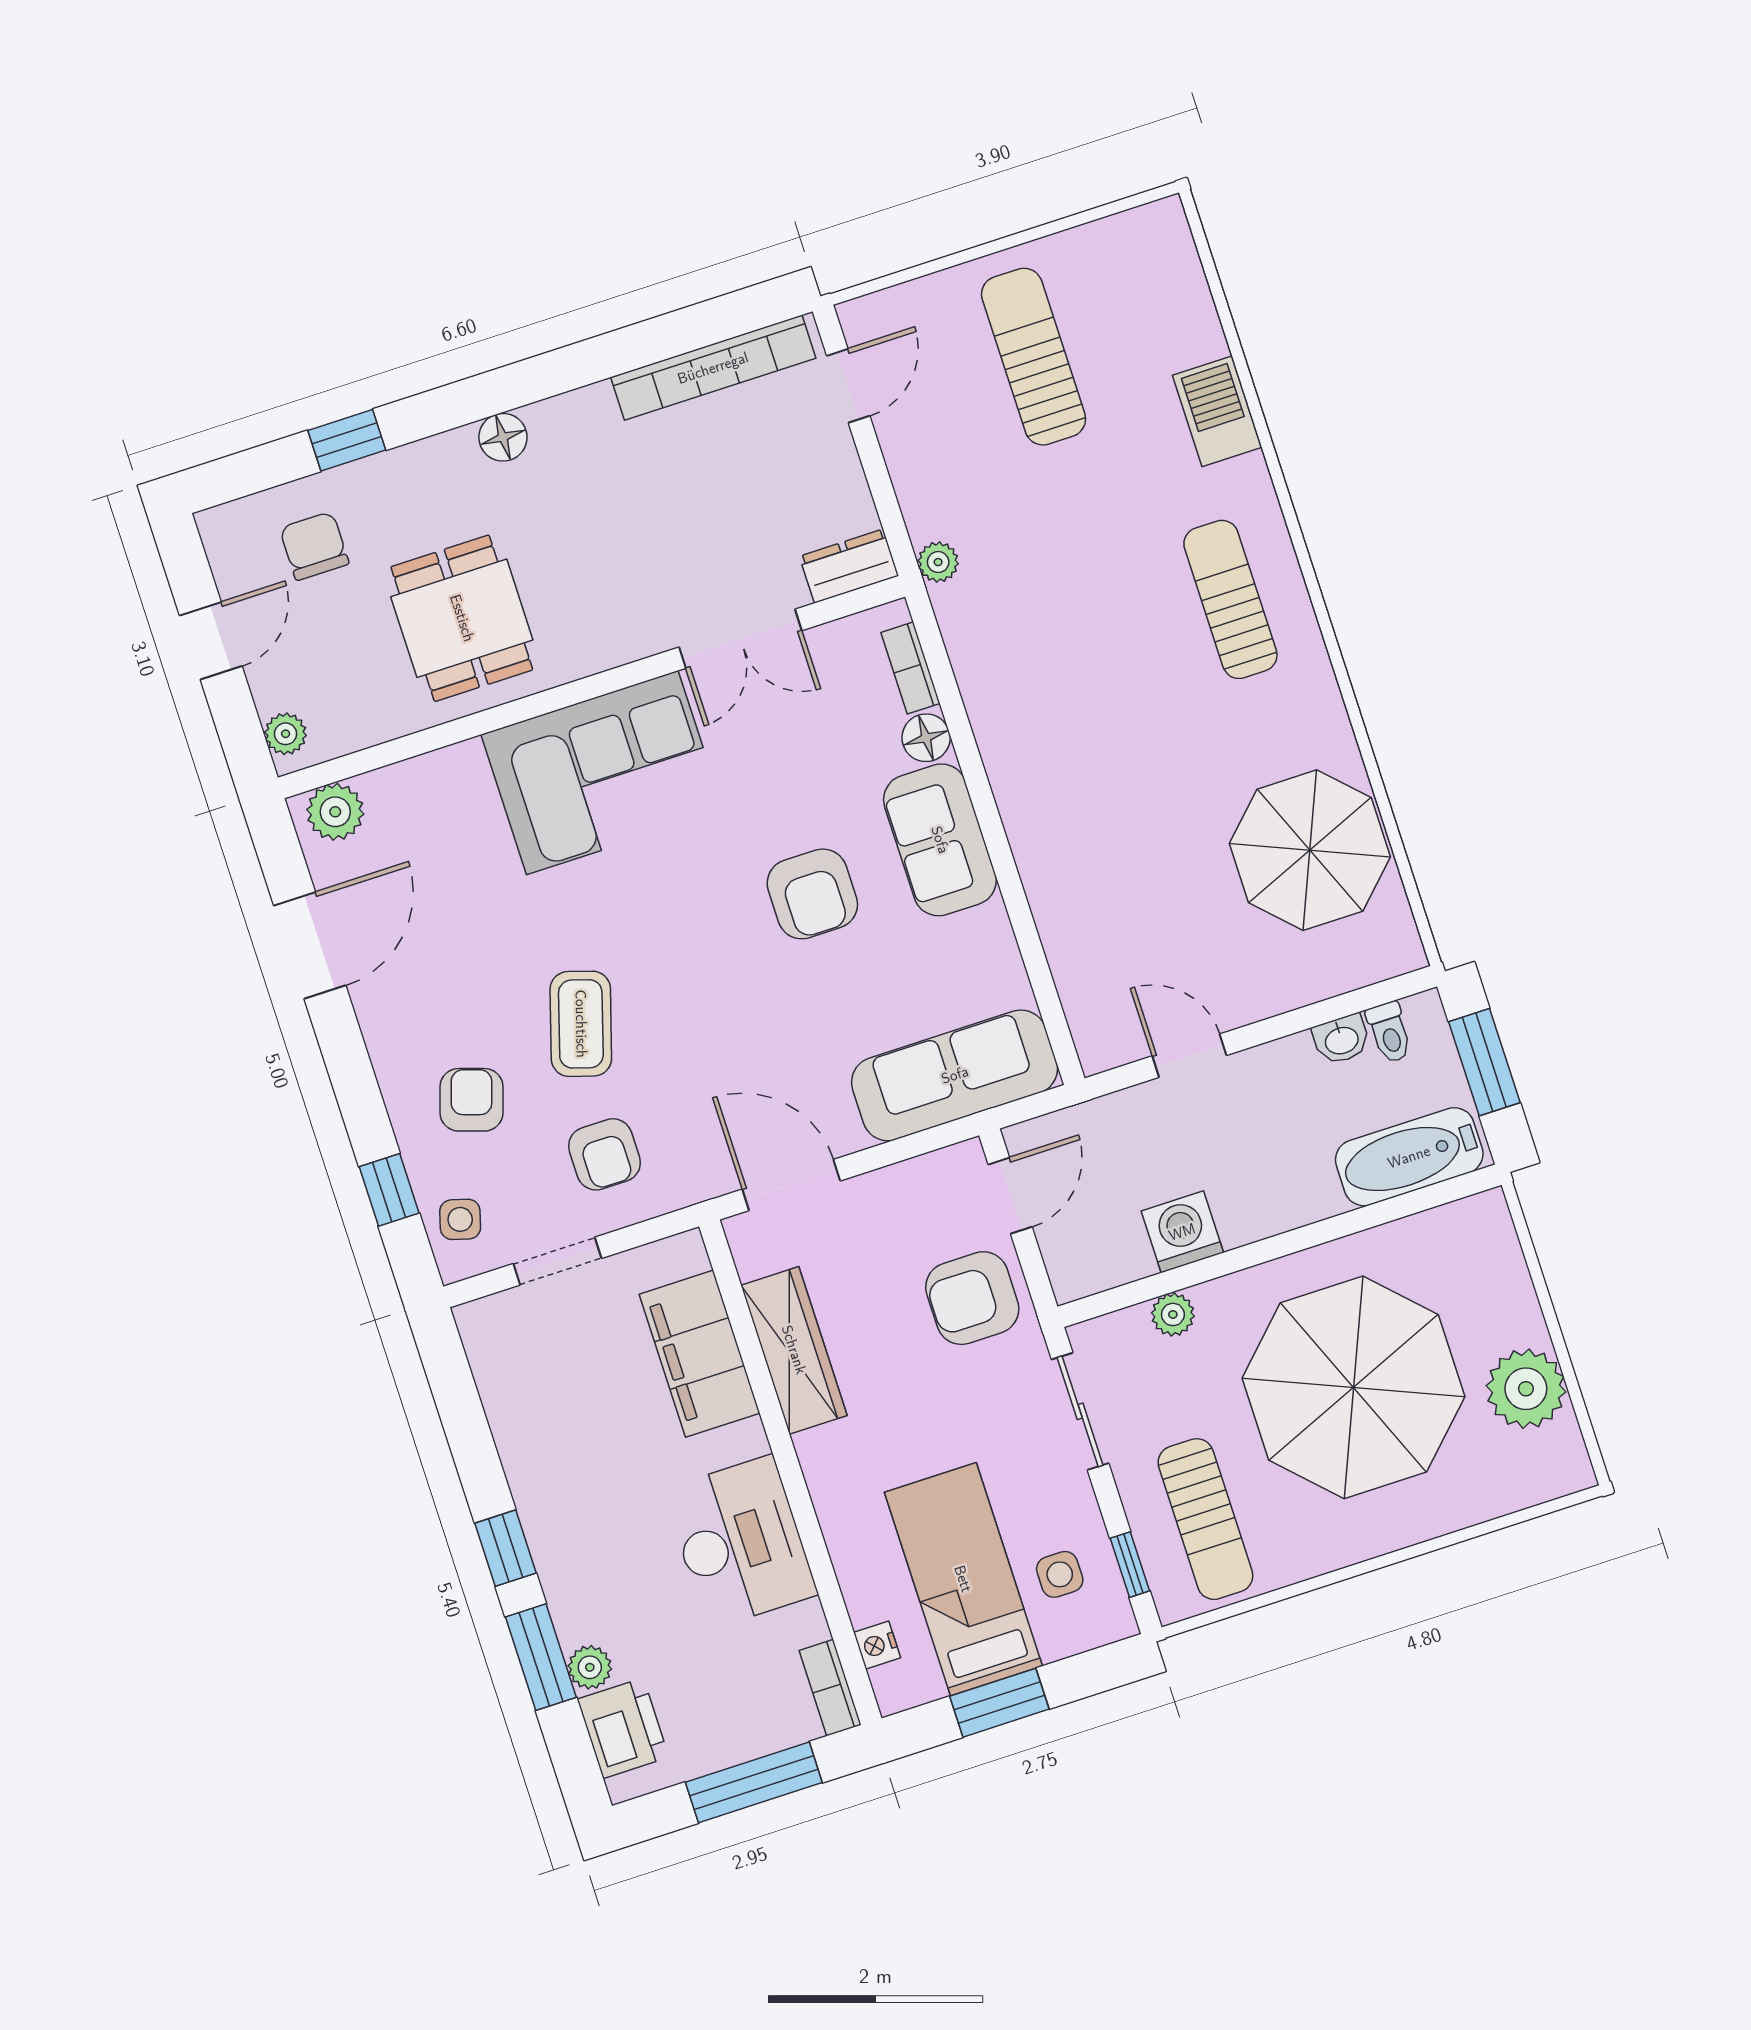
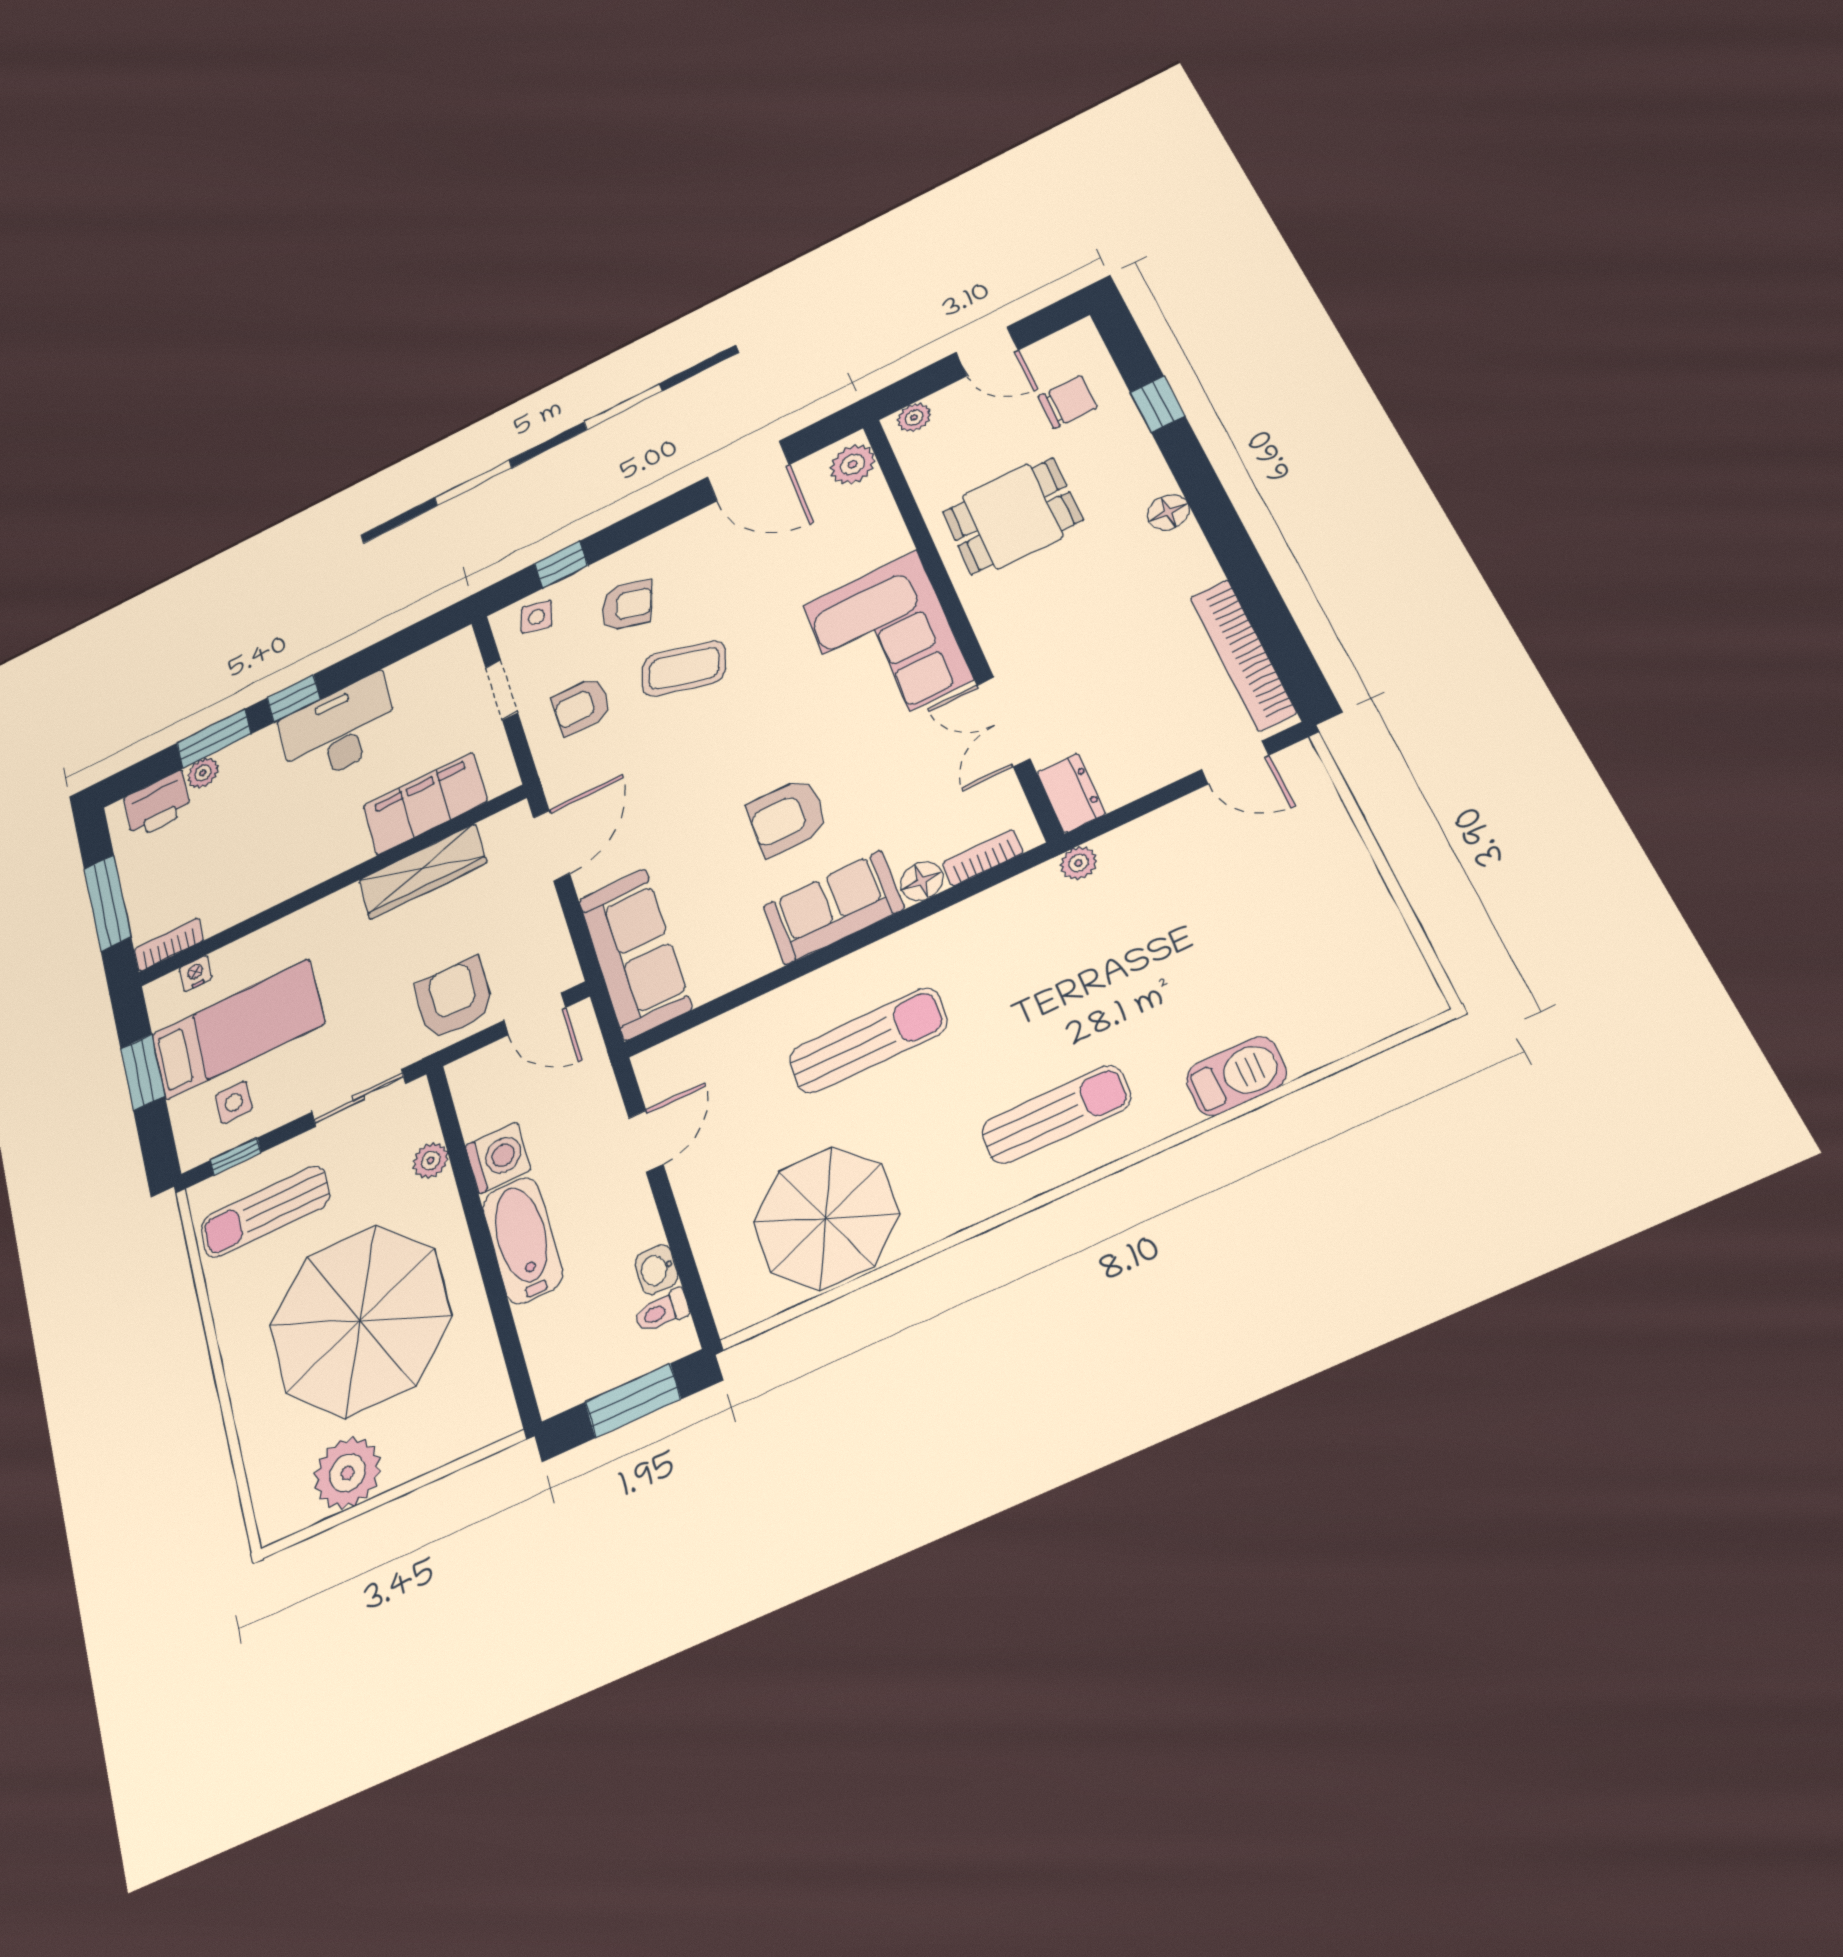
sun lounger: (1034, 357) -> (868, 1041), moved
bathtub: (1409, 1157) -> (523, 1240), moved
desk: (740, 1542) -> (339, 730), moved, turned 180

